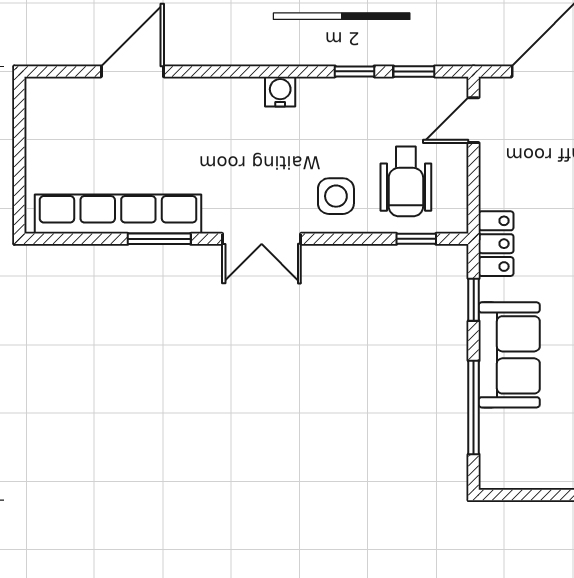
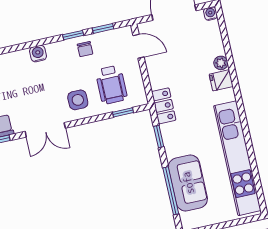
chair: (371, 103) -> (85, 49), added
door: (474, 120) -> (139, 46), swing flipped
sofa: (509, 355) -> (188, 183), moved

